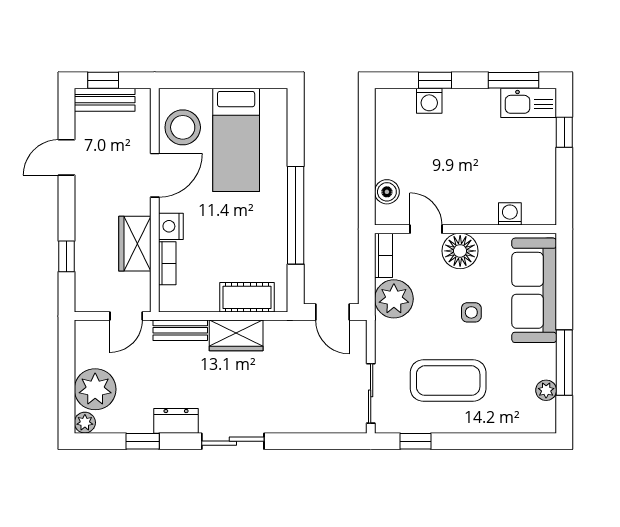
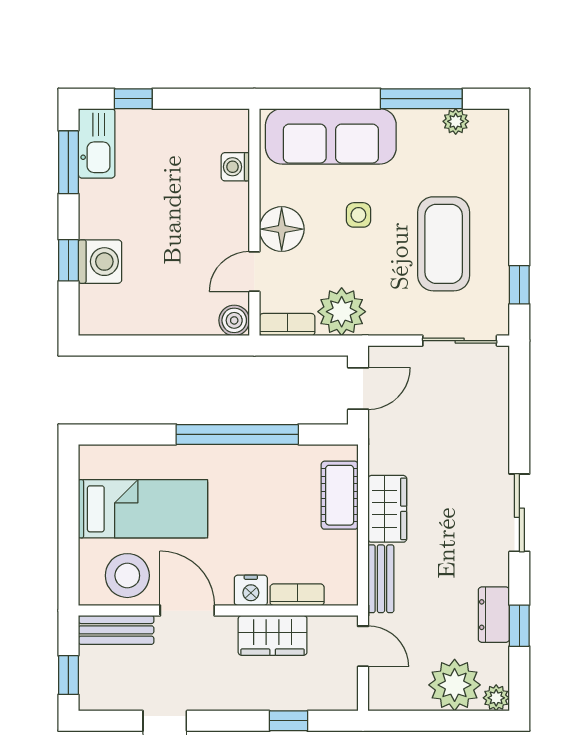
bench: (105, 100) -> (116, 630), moved, turned 90
washing machine: (429, 101) -> (100, 262), width x1.38, depth x1.38
boiler: (387, 192) -> (234, 320), moved
dresser: (176, 421) -> (494, 615), moved

